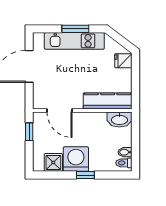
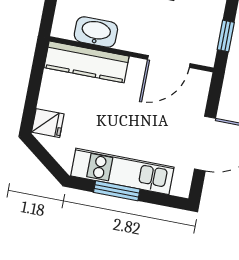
door: (59, 110) -> (169, 61), swing flipped
washbasin: (119, 120) -> (96, 32), moved

